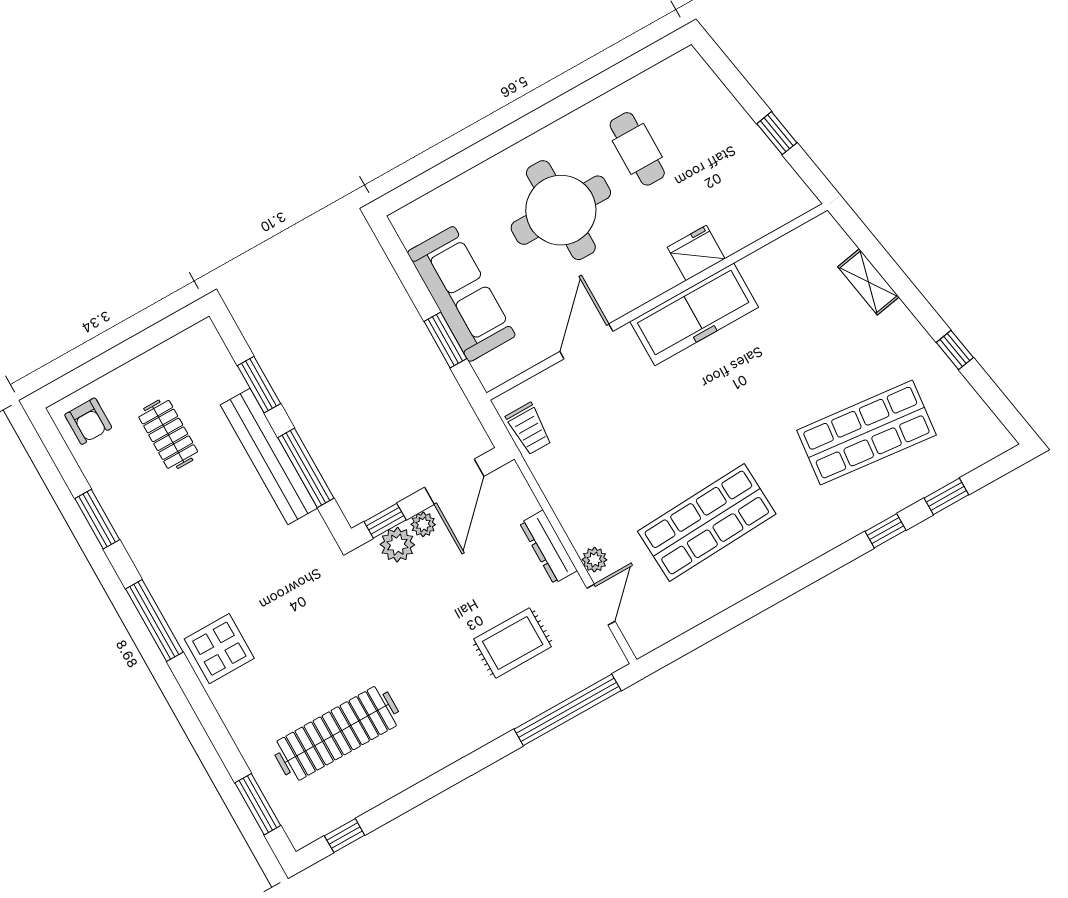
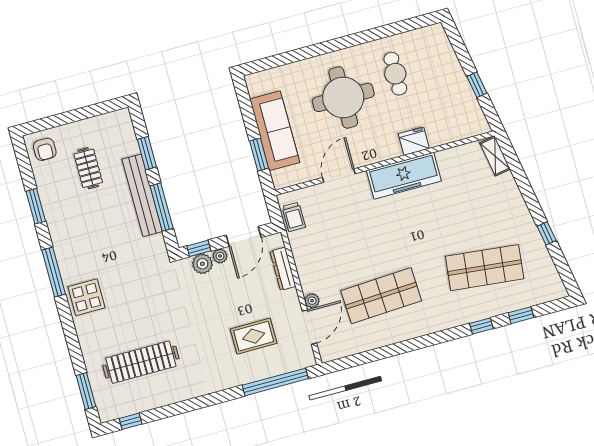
shelving: (868, 282) -> (495, 156), moved
dresser: (548, 547) -> (283, 269), moved
door: (601, 605) -> (309, 327), width x1.38

